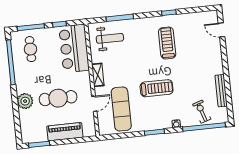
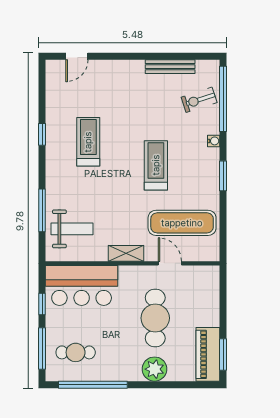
weight bench: (110, 38) -> (72, 229), turned 90
treadmill: (167, 43) -> (88, 142), turned 90
piano: (65, 132) -> (208, 354), moved

